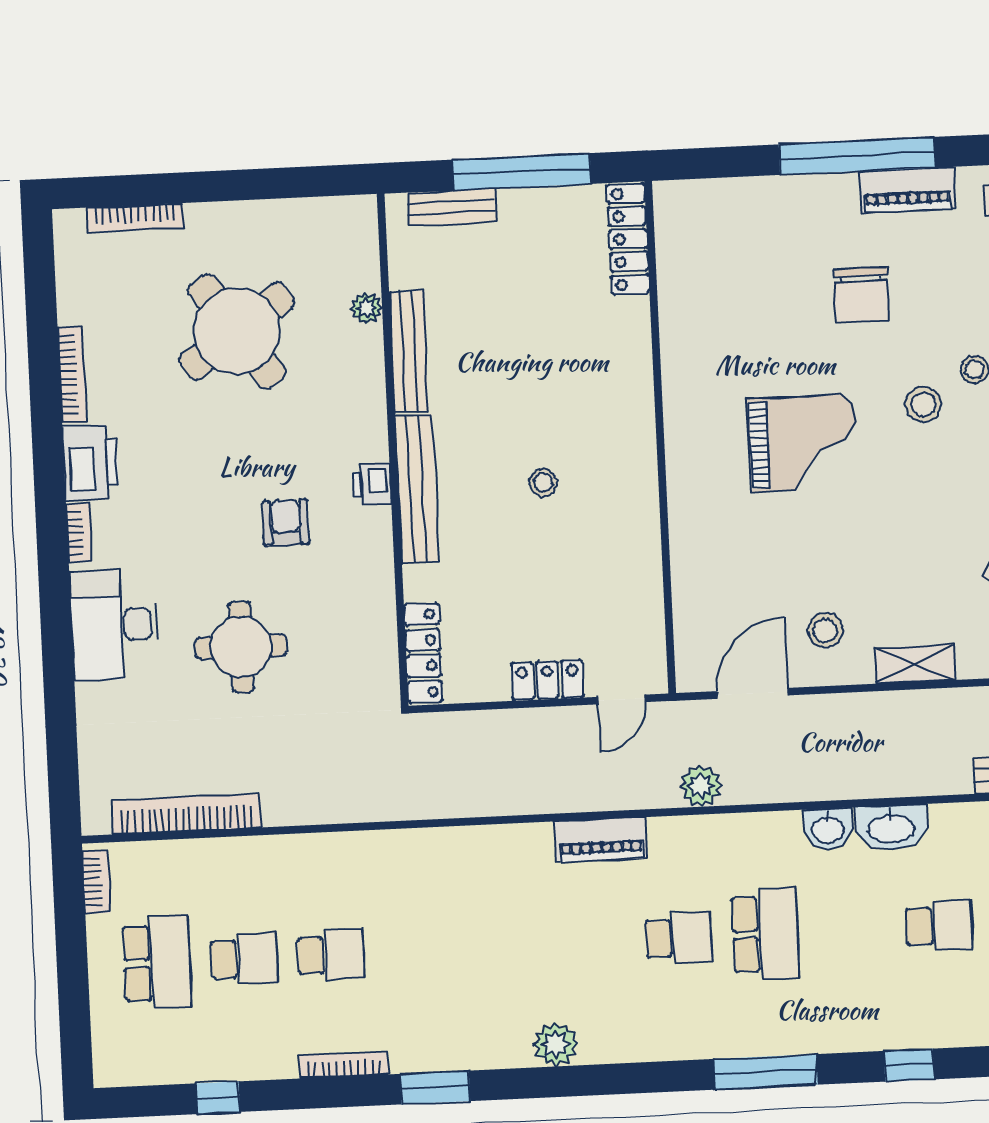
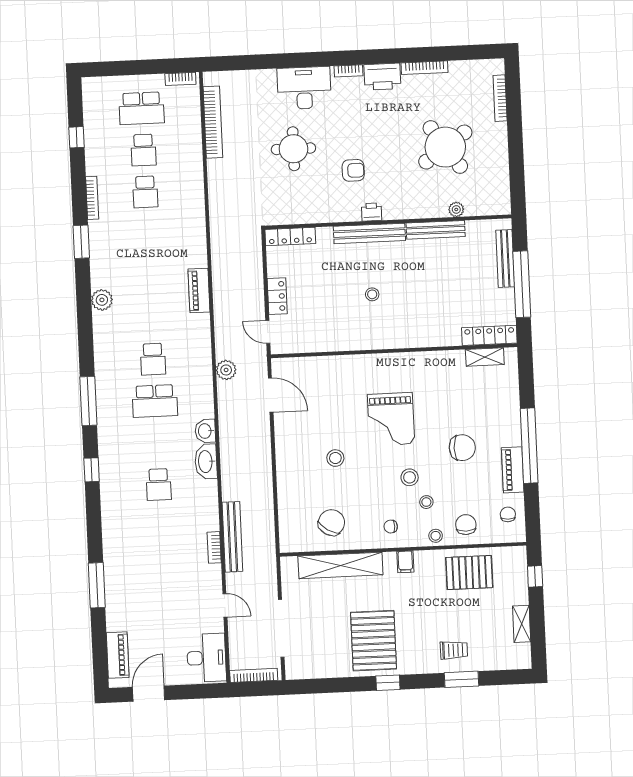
bench: (452, 207) -> (505, 258), width x1.36
chair: (861, 295) -> (462, 448), turned 180
stool: (825, 630) -> (335, 458), moved
shelving: (915, 664) -> (485, 357), moved, turned 90
piano: (601, 840) -> (199, 290), moved

